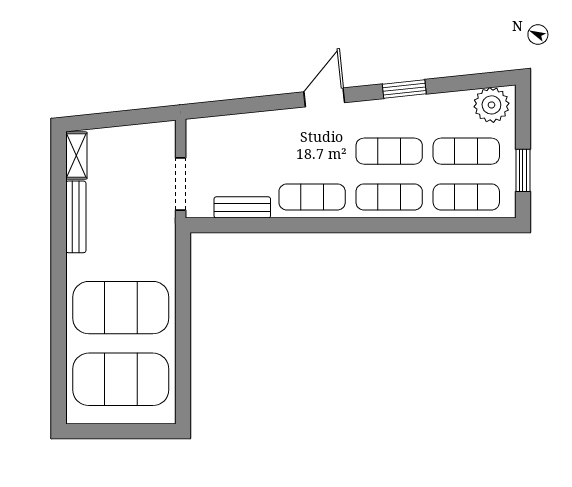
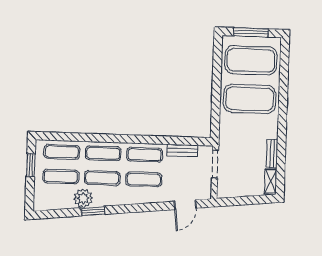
door: (324, 97) -> (185, 205), moved
plant: (491, 105) -> (83, 198), moved
exercise mat: (312, 151) -> (144, 179), added
bench: (76, 217) -> (272, 154), width x0.73
window: (122, 431) -> (251, 32), added

